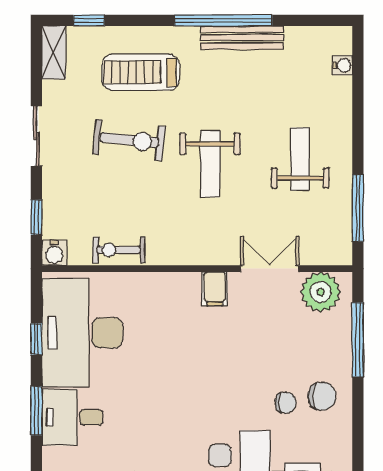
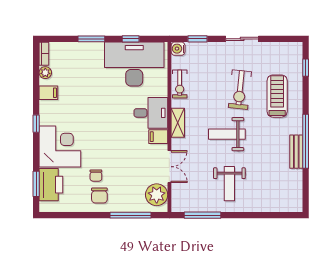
bench: (242, 37) -> (296, 152), width x0.73
shelving: (54, 52) -> (178, 123), moved, turned 90
water cooler: (342, 65) -> (281, 207), removed
weight bench: (300, 159) -> (229, 184), turned 90
exercise bike: (119, 250) -> (180, 84), turned 180
desk: (72, 417) -> (151, 113), moved, turned 90

